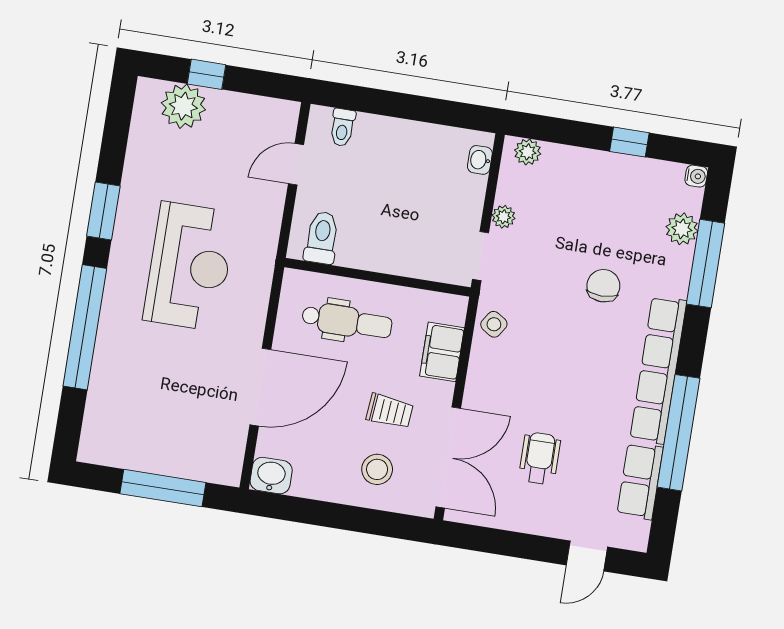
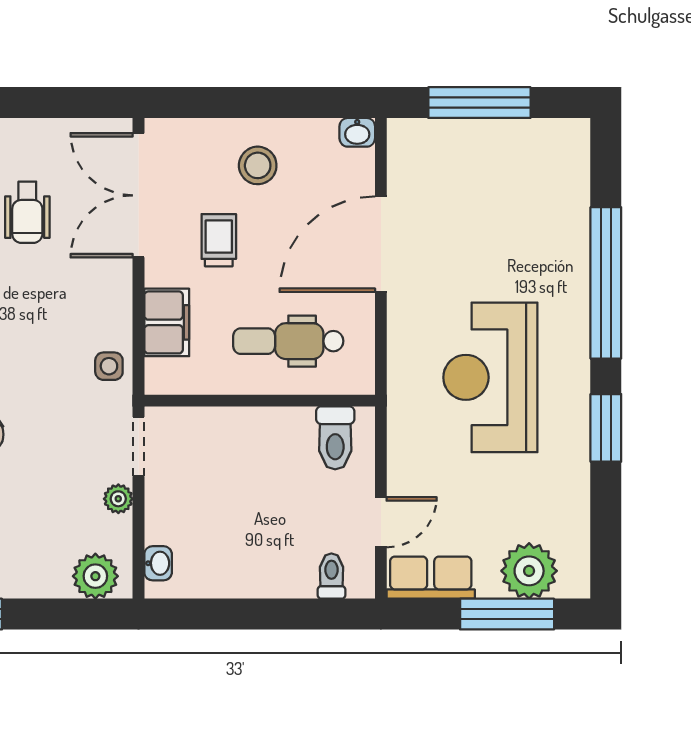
window: (207, 74) -> (507, 614), width x2.17
row of seats: (263, 113) -> (431, 578), added
plant: (528, 152) -> (95, 576), width x1.38, depth x1.38
side table: (494, 324) -> (109, 366), turned -33
trolley: (390, 411) -> (219, 240), turned 85
stool: (377, 469) -> (258, 165), moved
washbasin: (271, 476) -> (357, 132), width x0.72, depth x0.69

